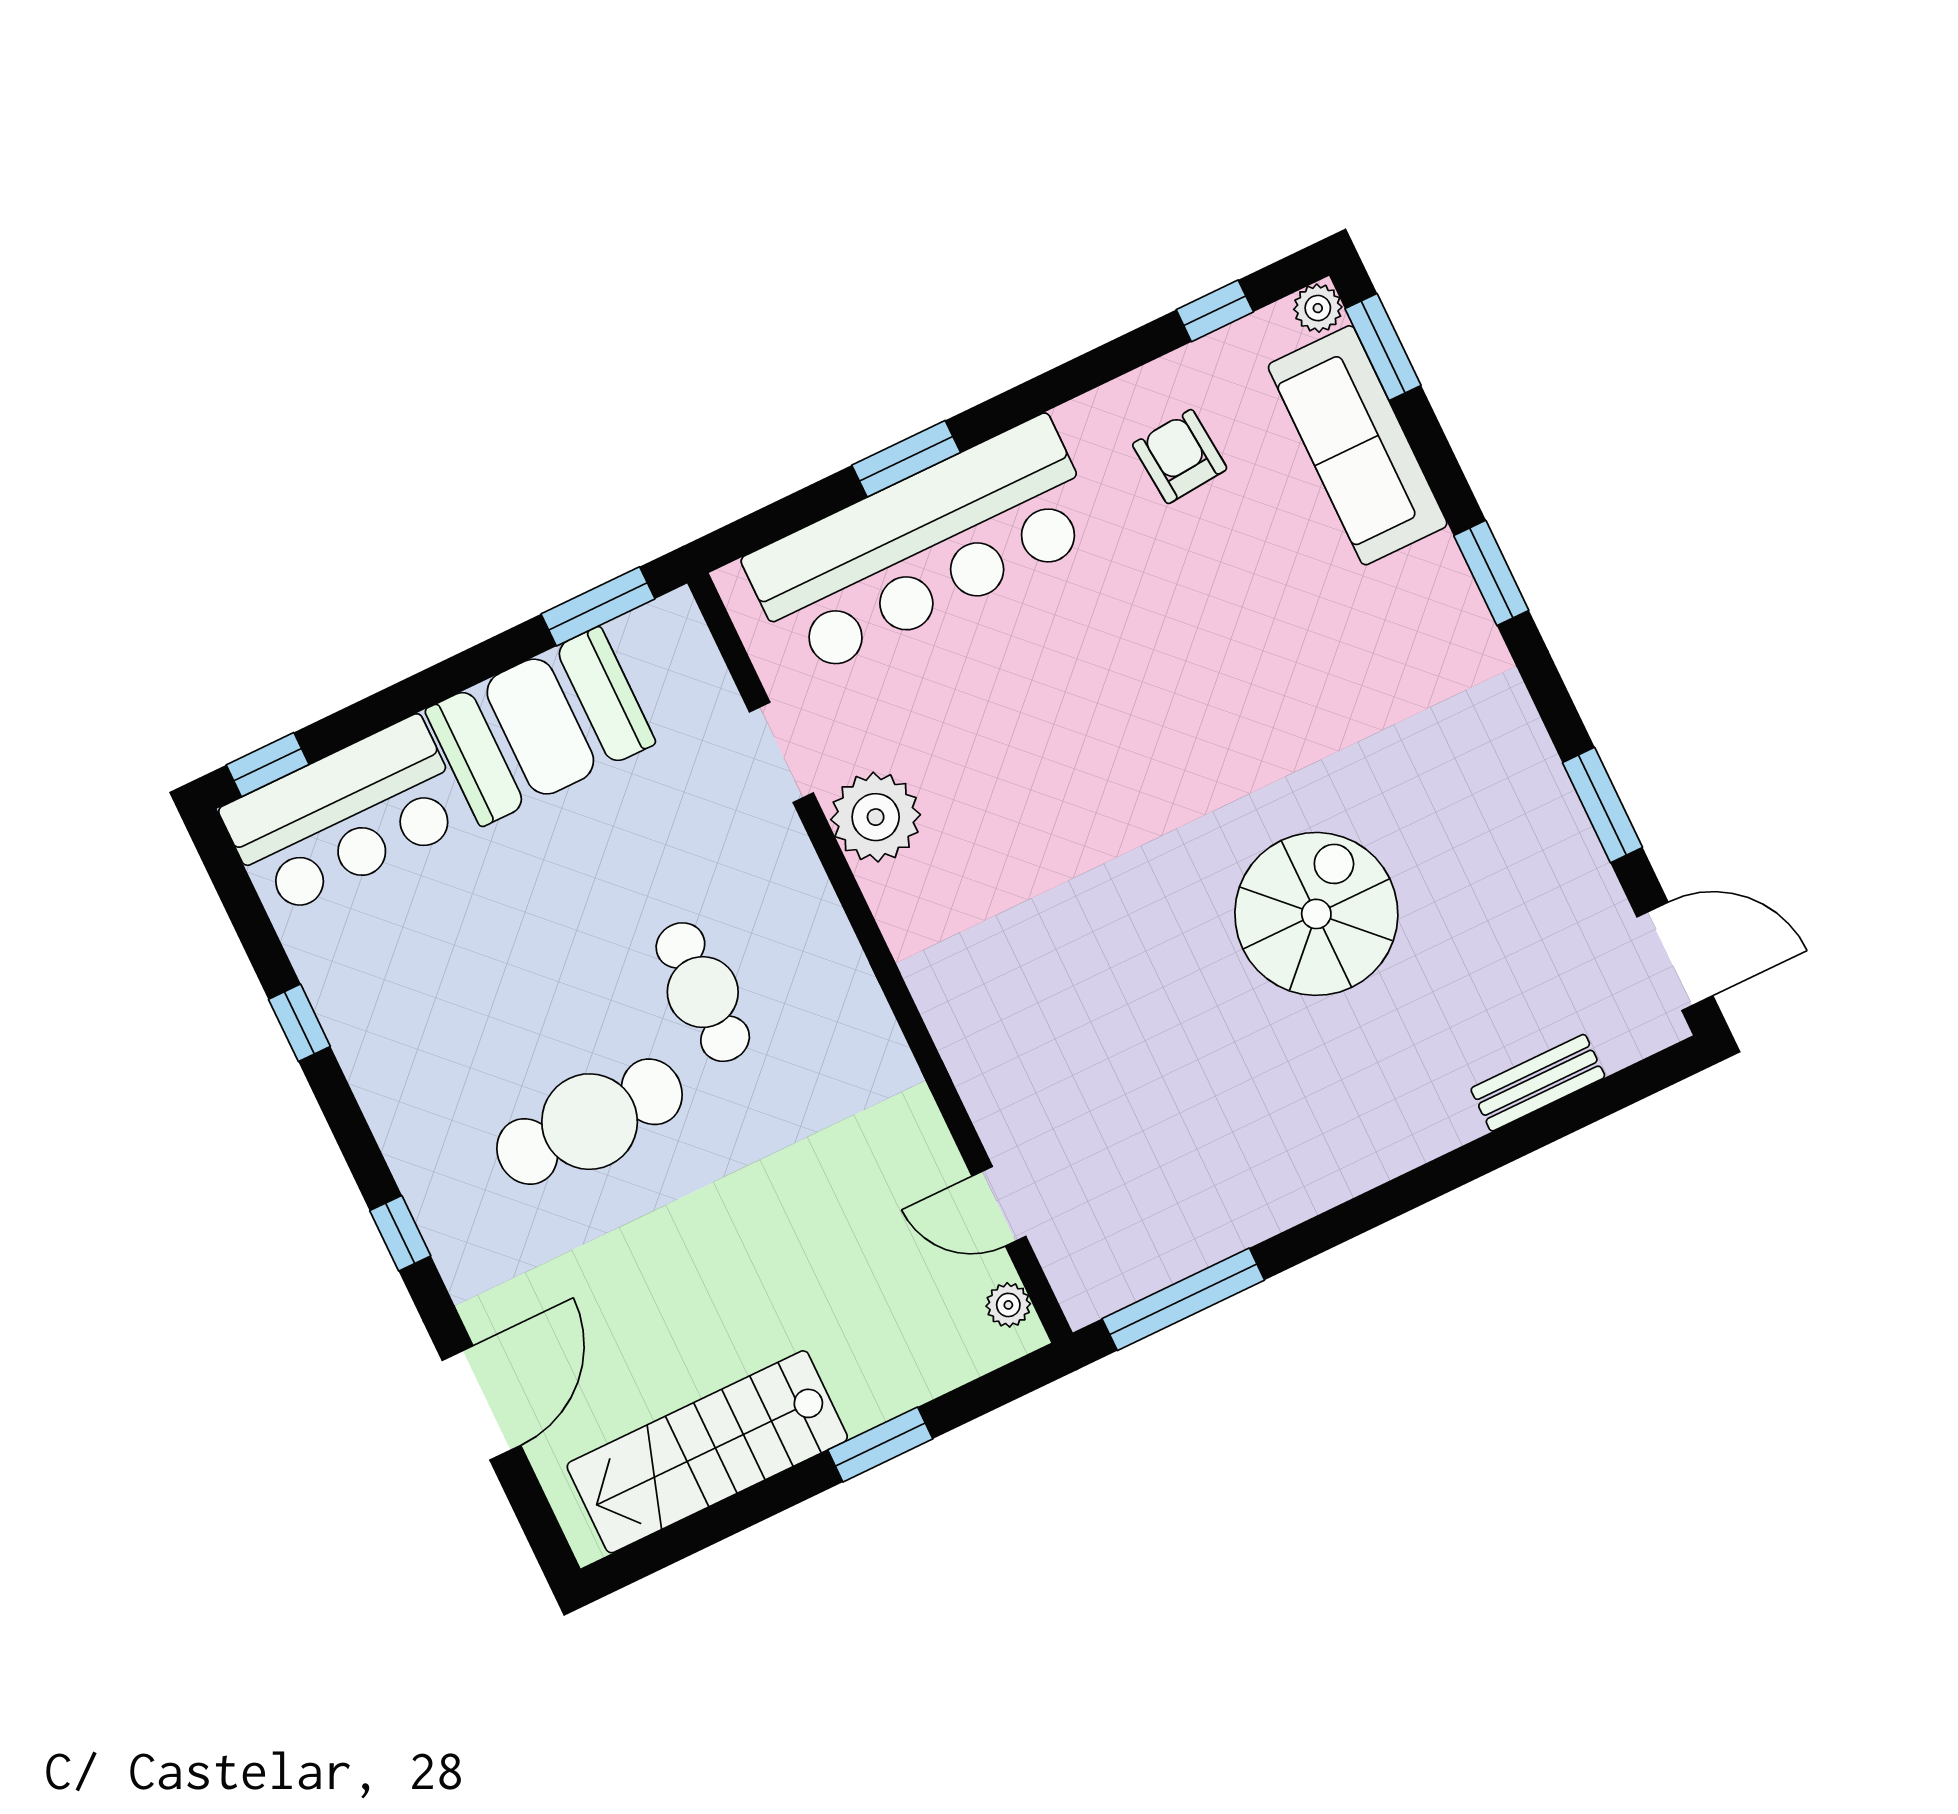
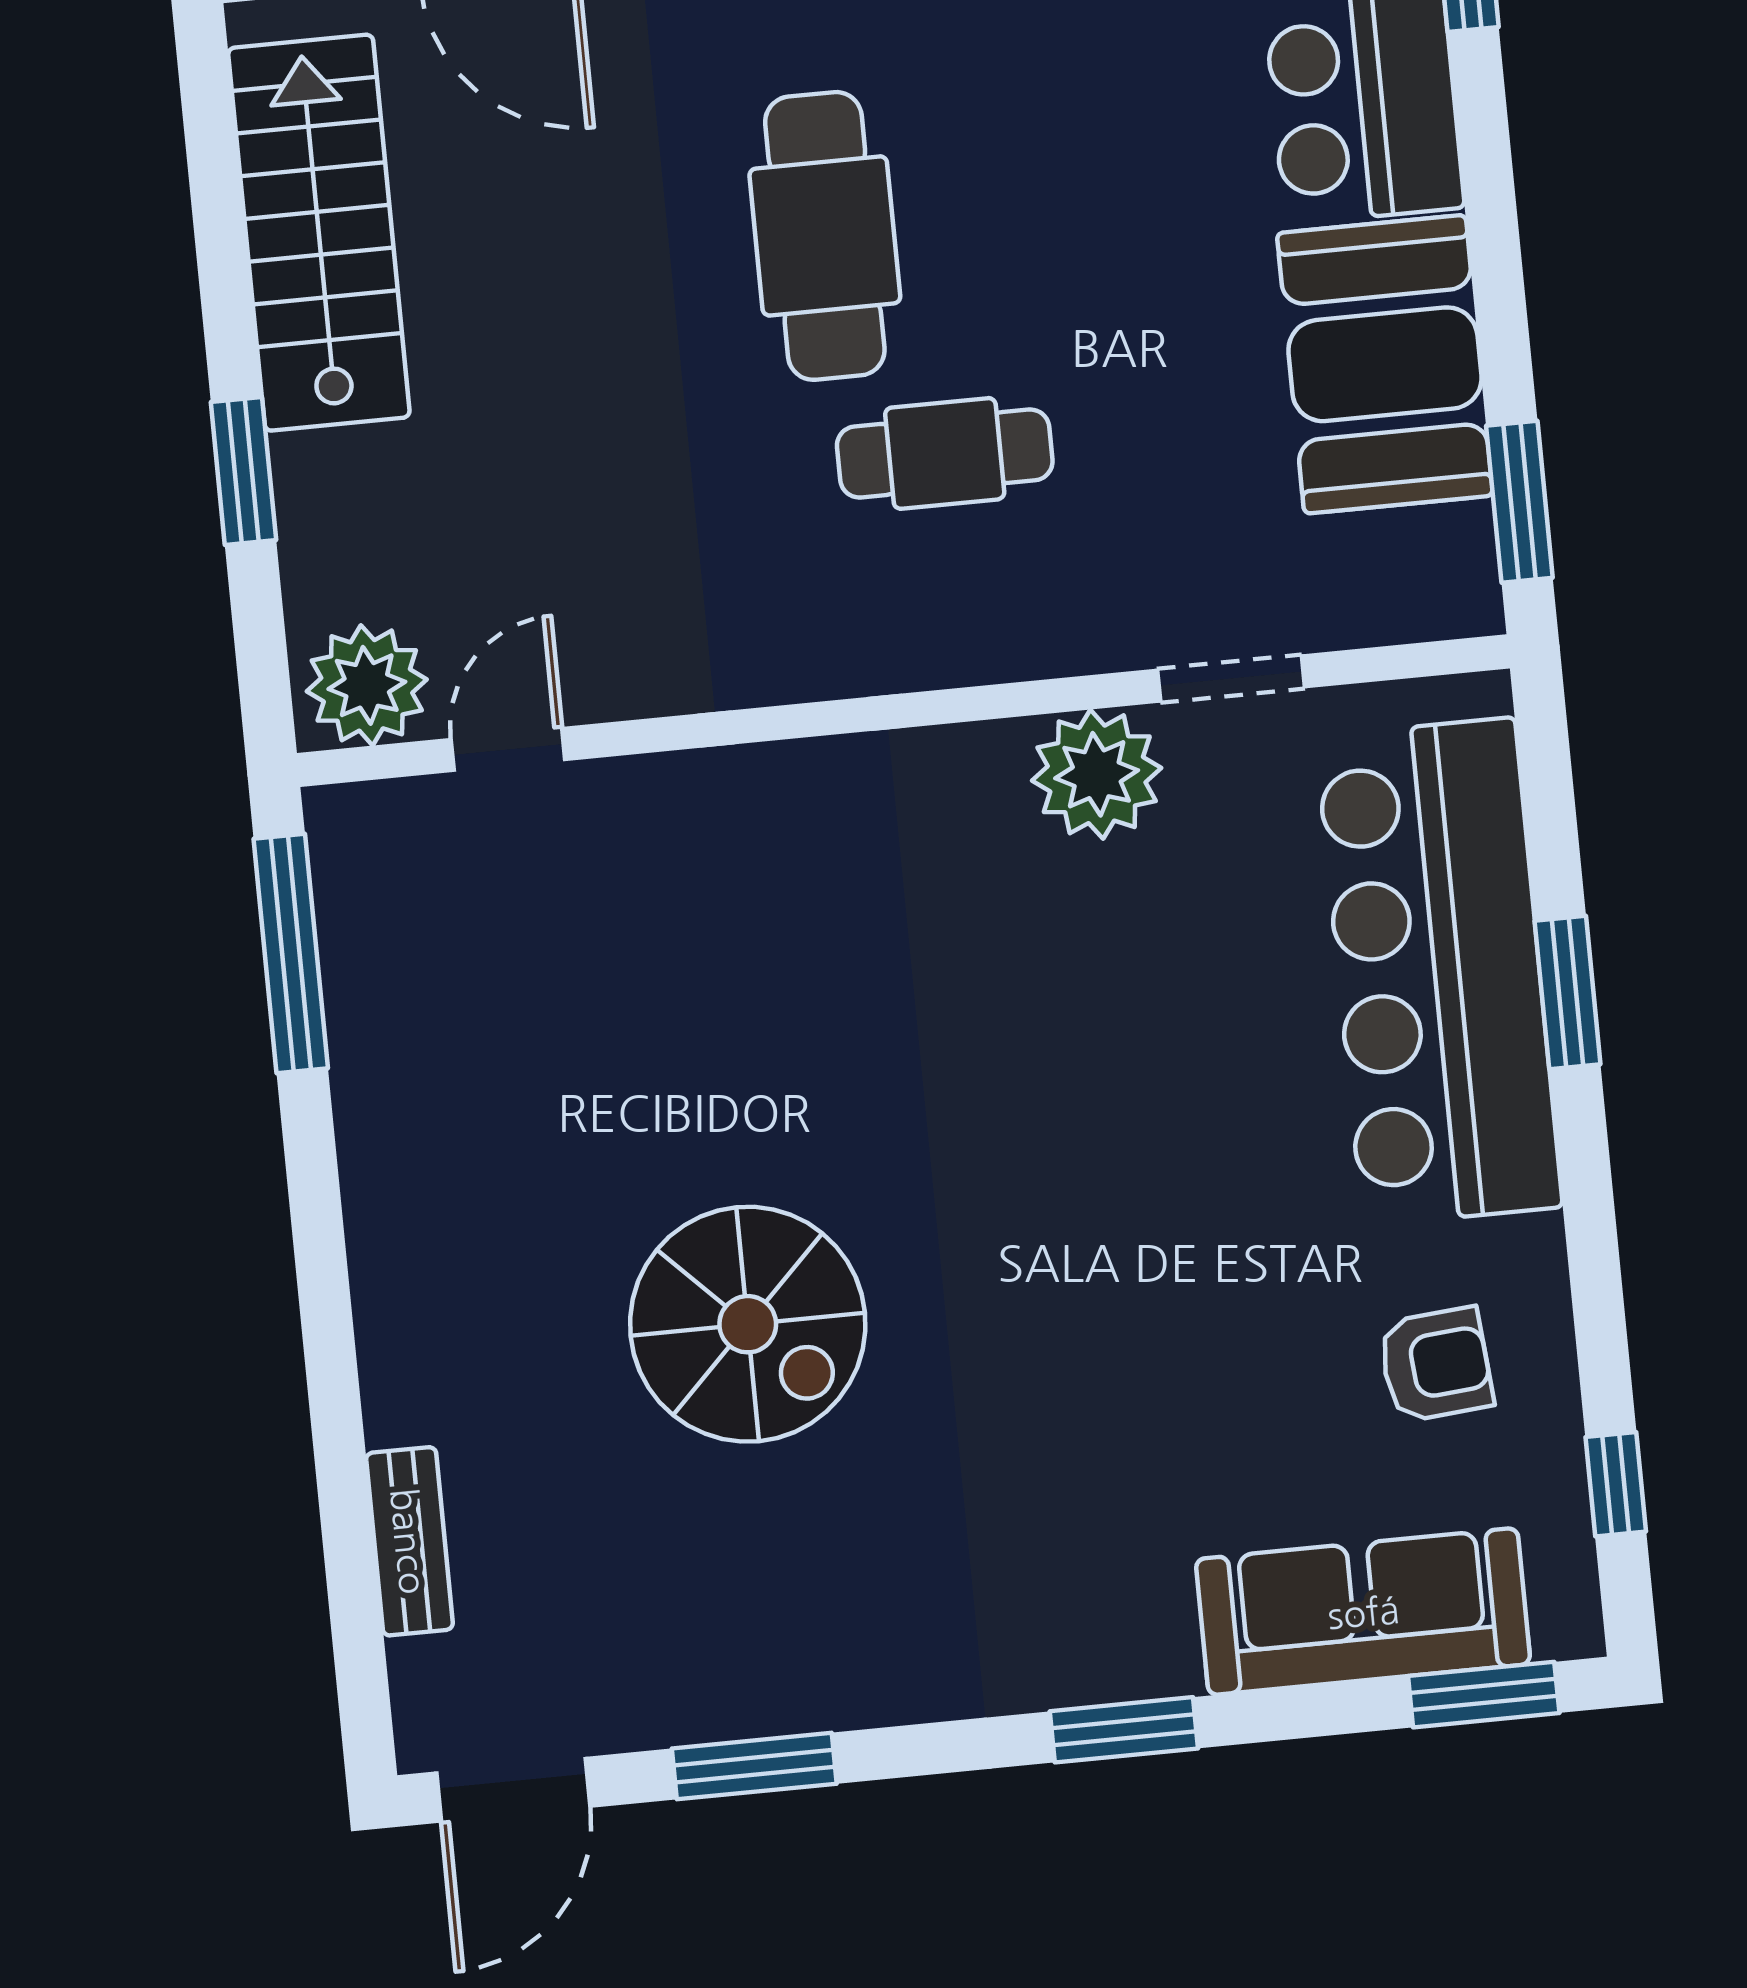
plant: (1318, 308) -> (1569, 1625), removed
plant: (1008, 1305) -> (367, 685), width x1.87, depth x1.87

